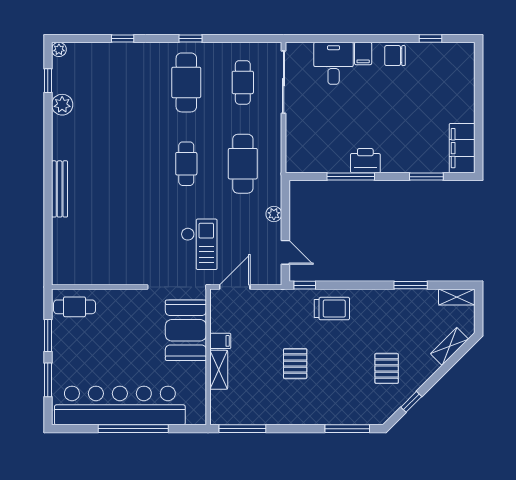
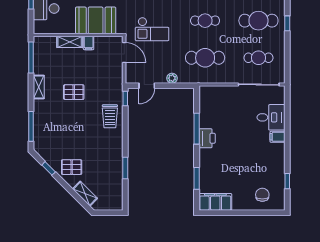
chair: (395, 56) -> (262, 195), moved
shelving: (457, 297) -> (39, 87), moved
pallet: (387, 368) -> (72, 167), moved

